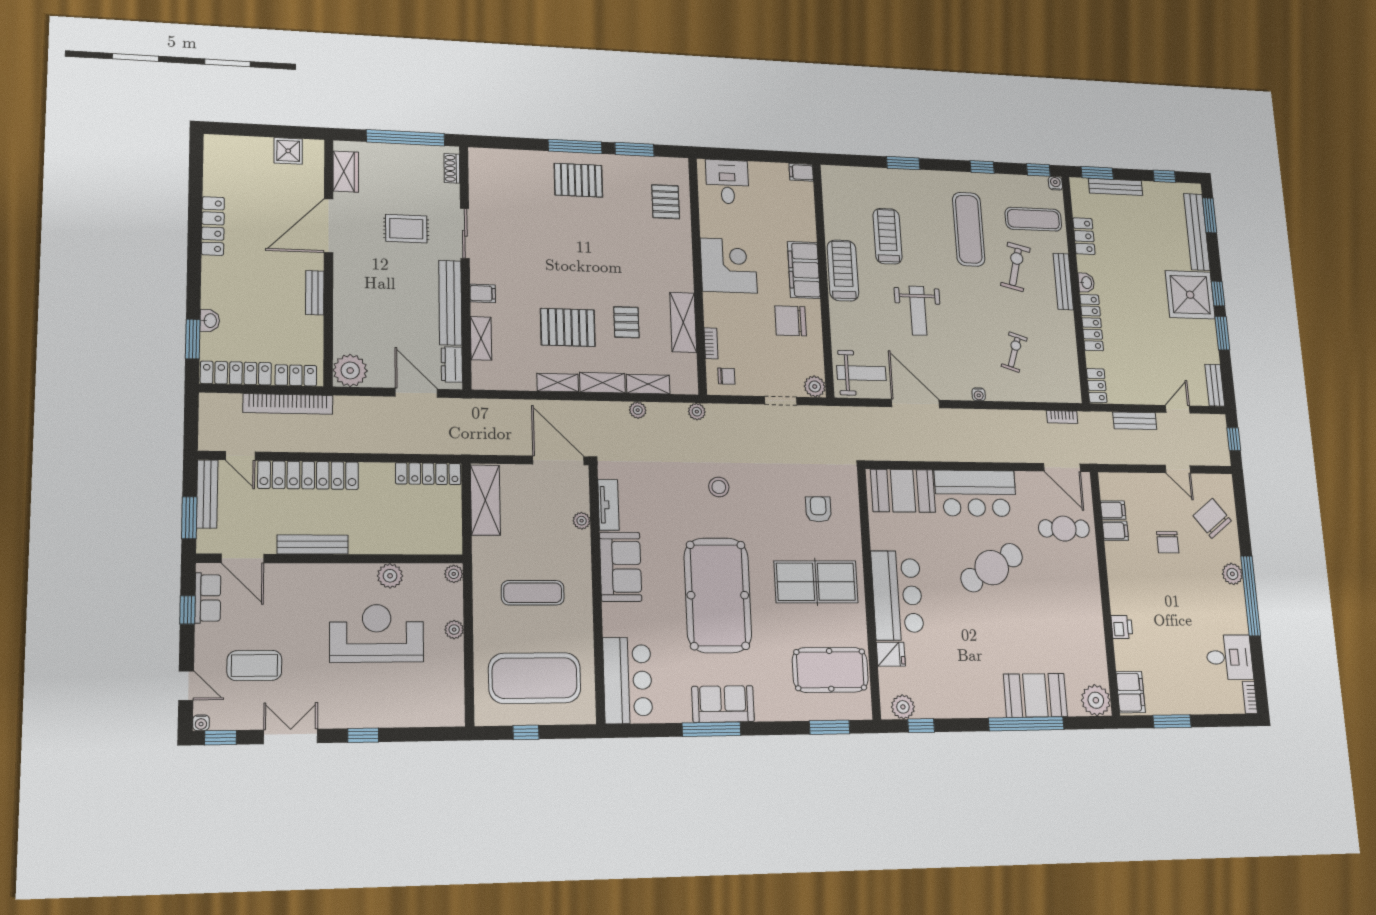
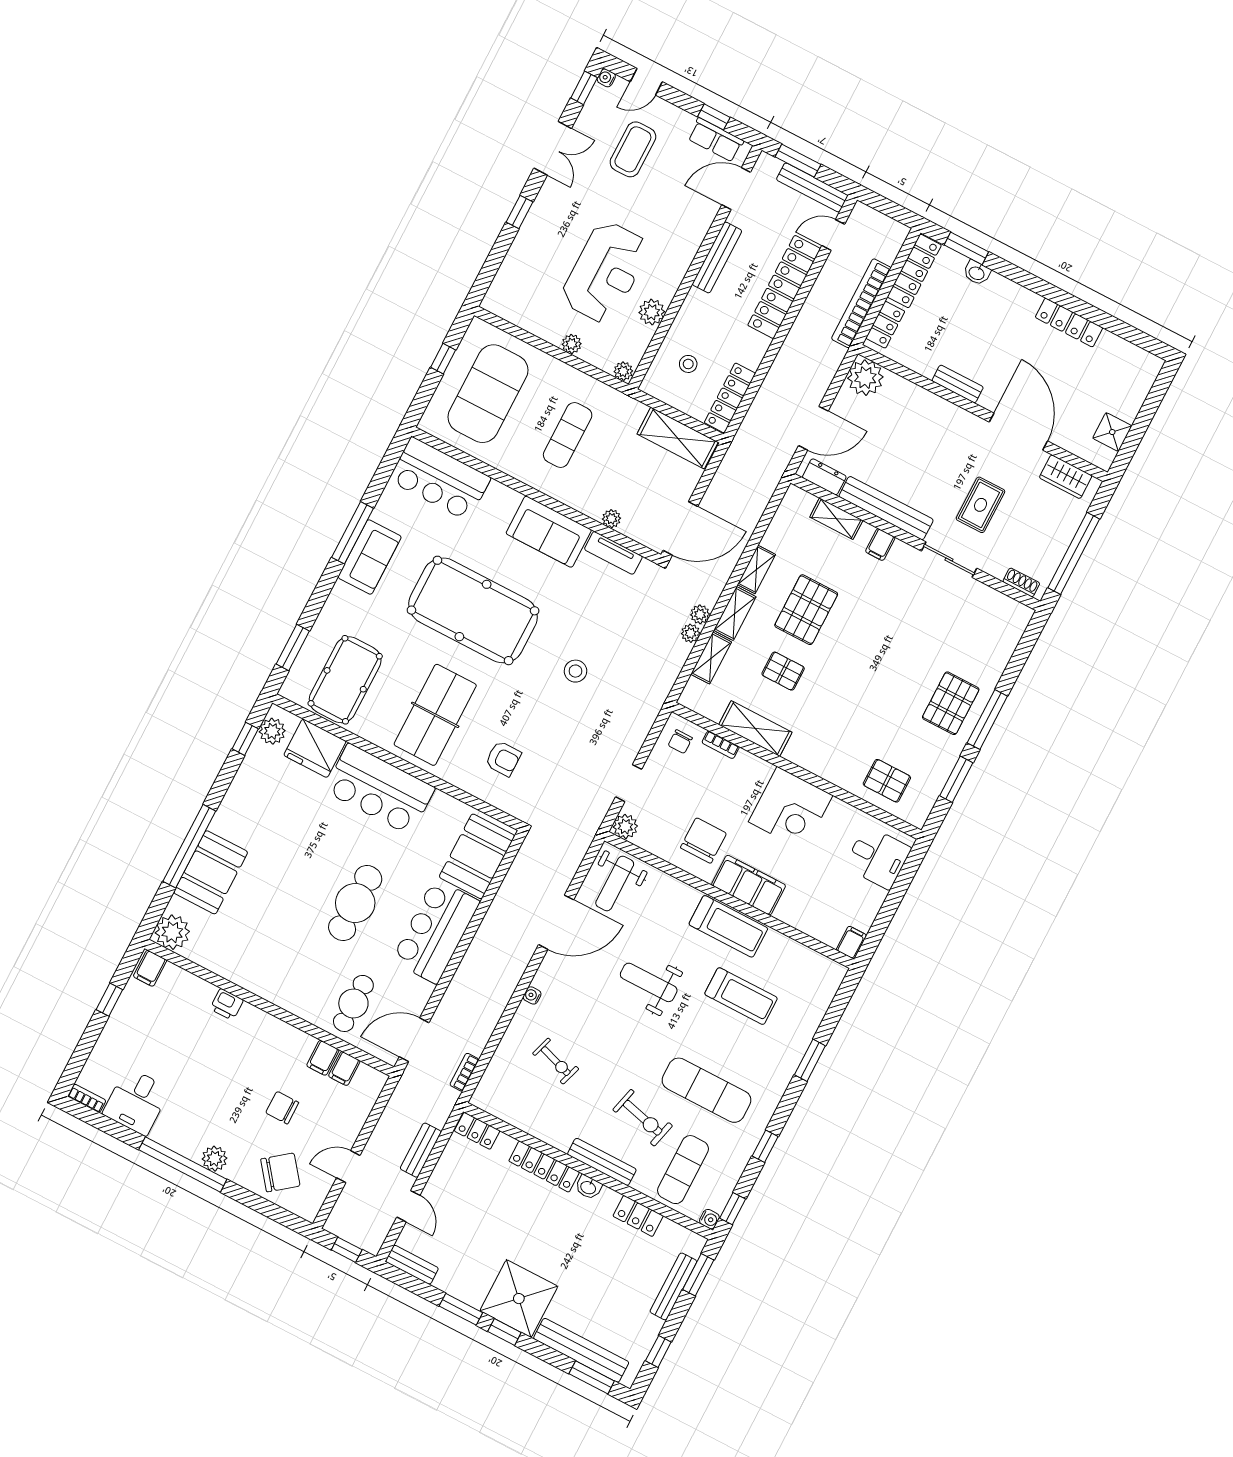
plant: (697, 412) -> (700, 614), moved
stool: (418, 523) -> (688, 364), added
cafe table: (992, 568) -> (355, 903), turned 30
fridge: (891, 654) -> (315, 748), width x1.88, depth x1.34
filing cabinet: (1131, 692) -> (150, 968), width x0.50
window: (1172, 721) -> (109, 1000), width x0.67

